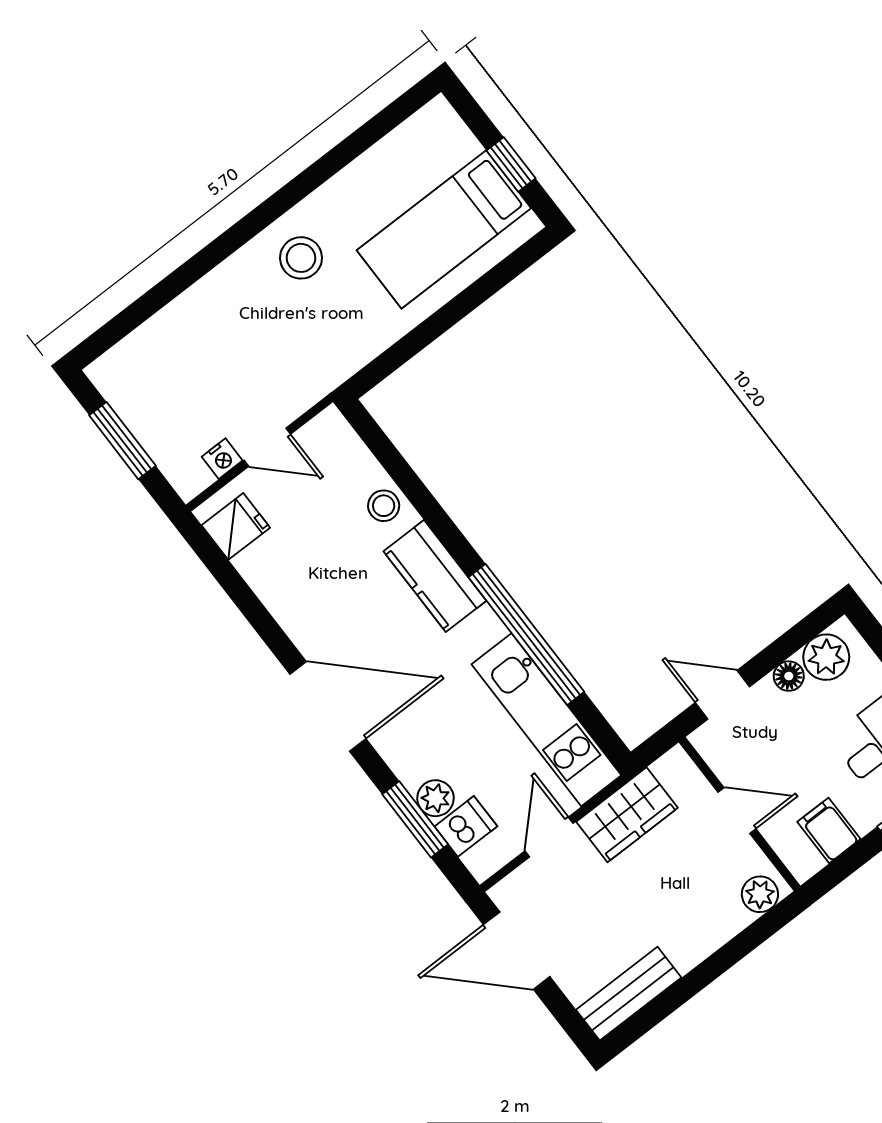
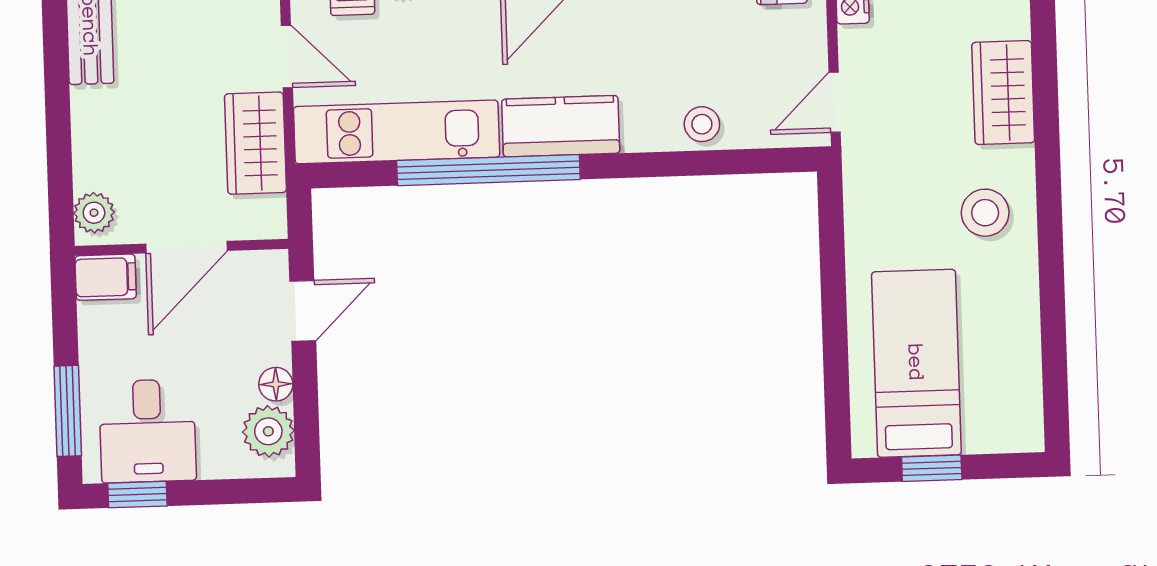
wardrobe: (206, 307) -> (1003, 93), added
door: (267, 447) -> (835, 102), moved
kitchen counter: (435, 576) -> (561, 126), moved
door: (737, 810) -> (186, 247), width x1.38
filing cabinet: (829, 830) -> (106, 277), moved

